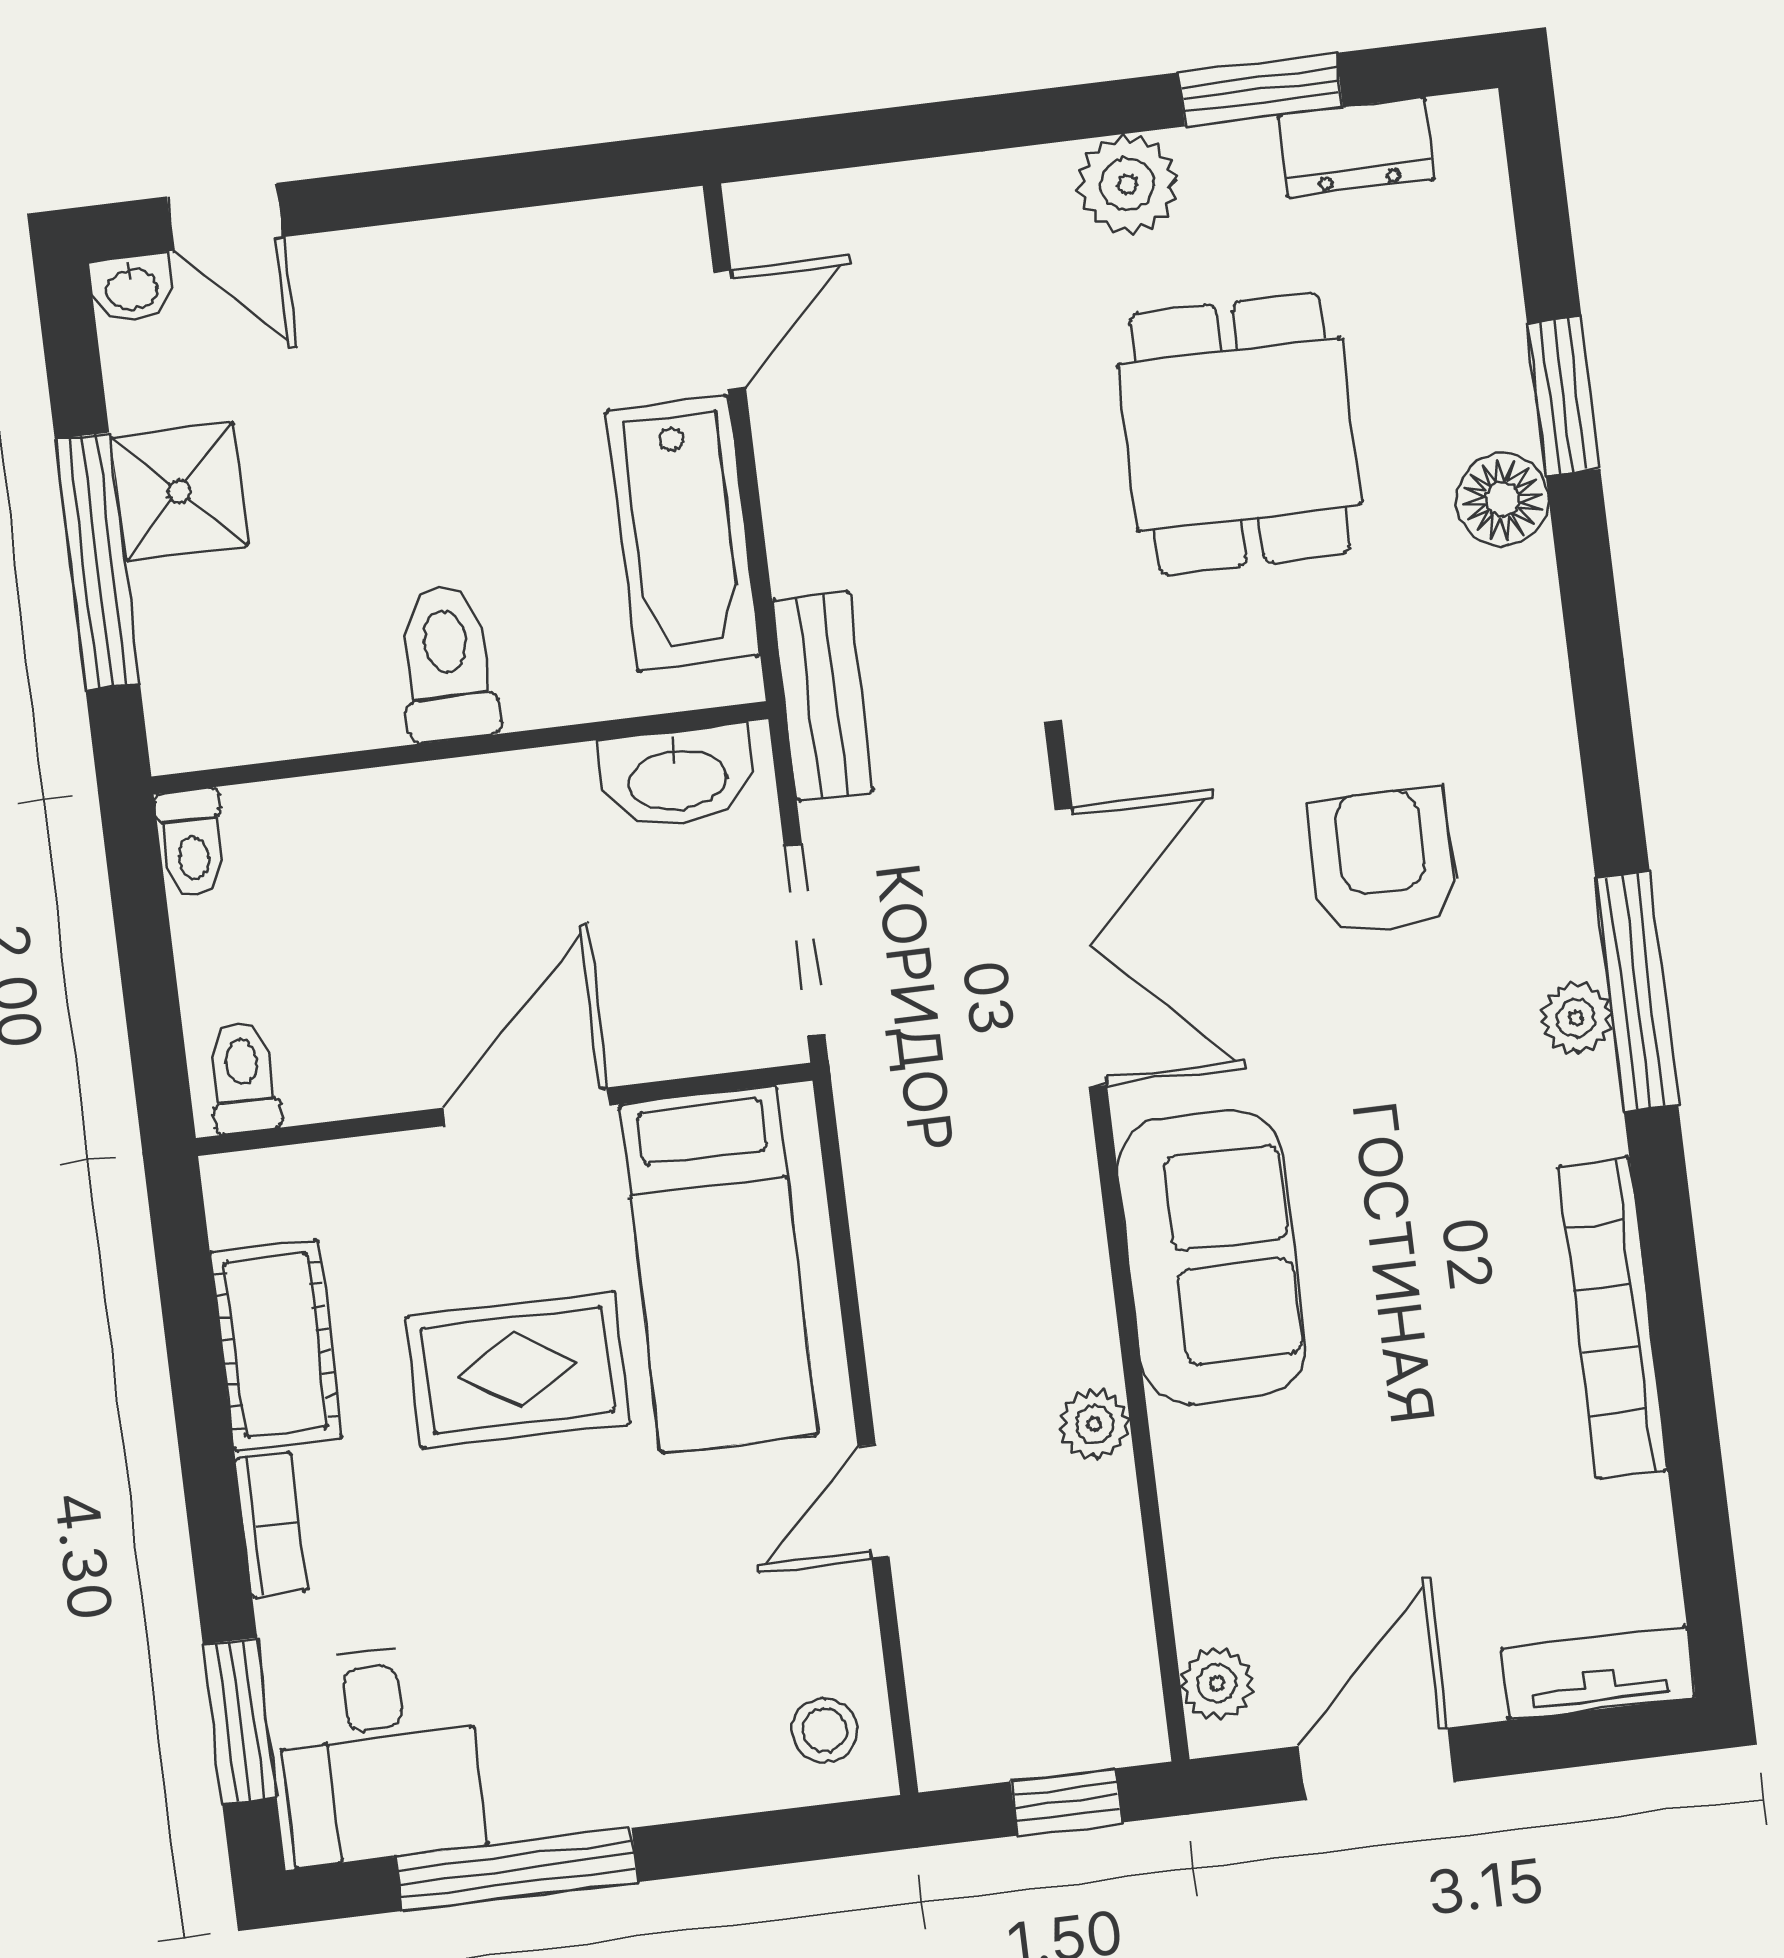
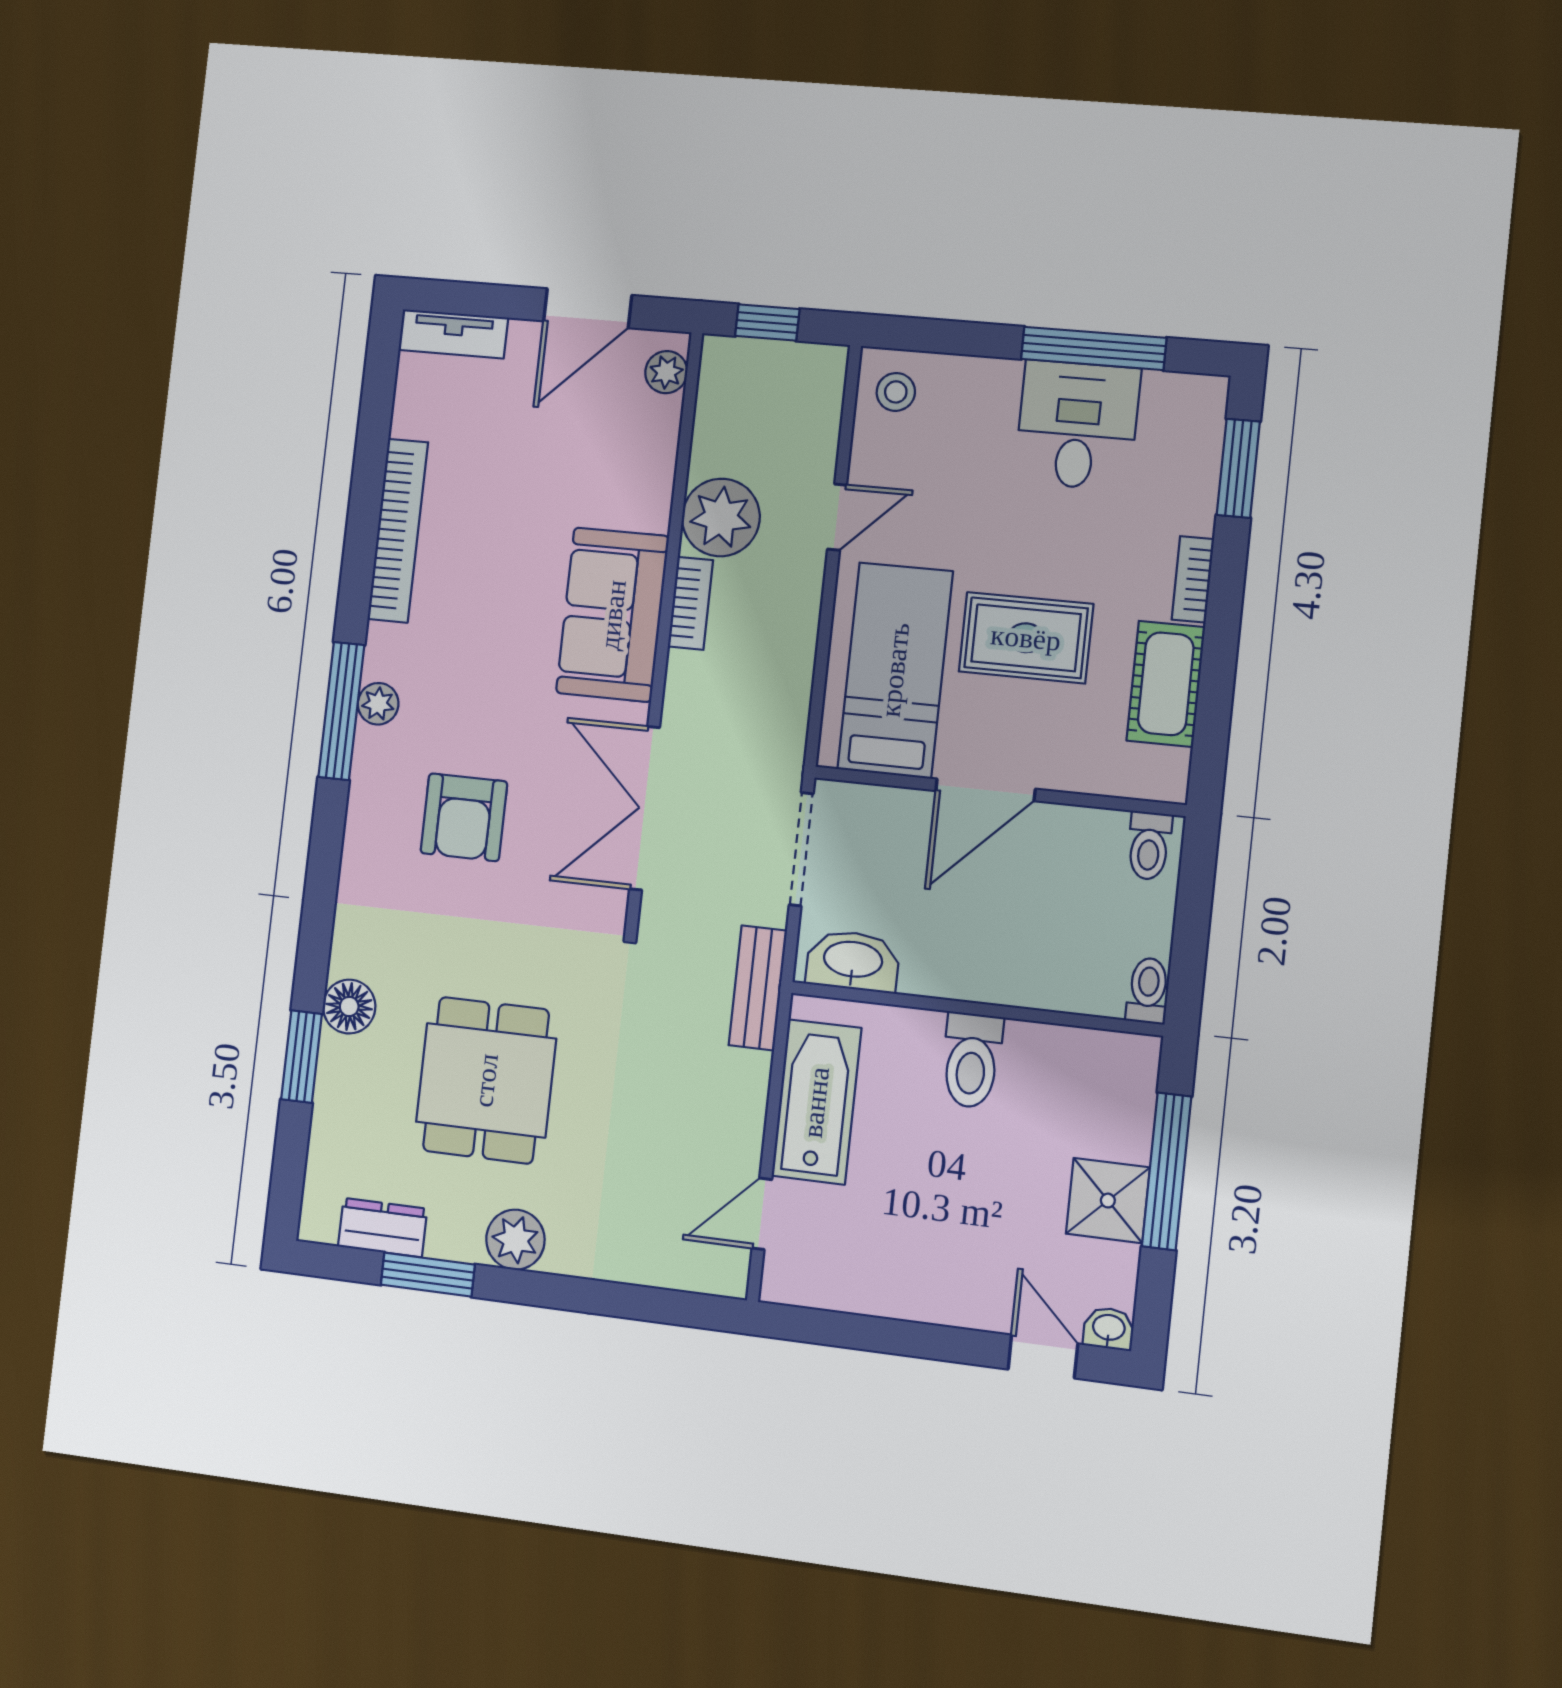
bookcase: (1084, 1305) -> (690, 603), added
plant: (1094, 1424) -> (721, 518), width x1.88, depth x1.88
desk: (379, 1754) -> (1077, 425), moved

